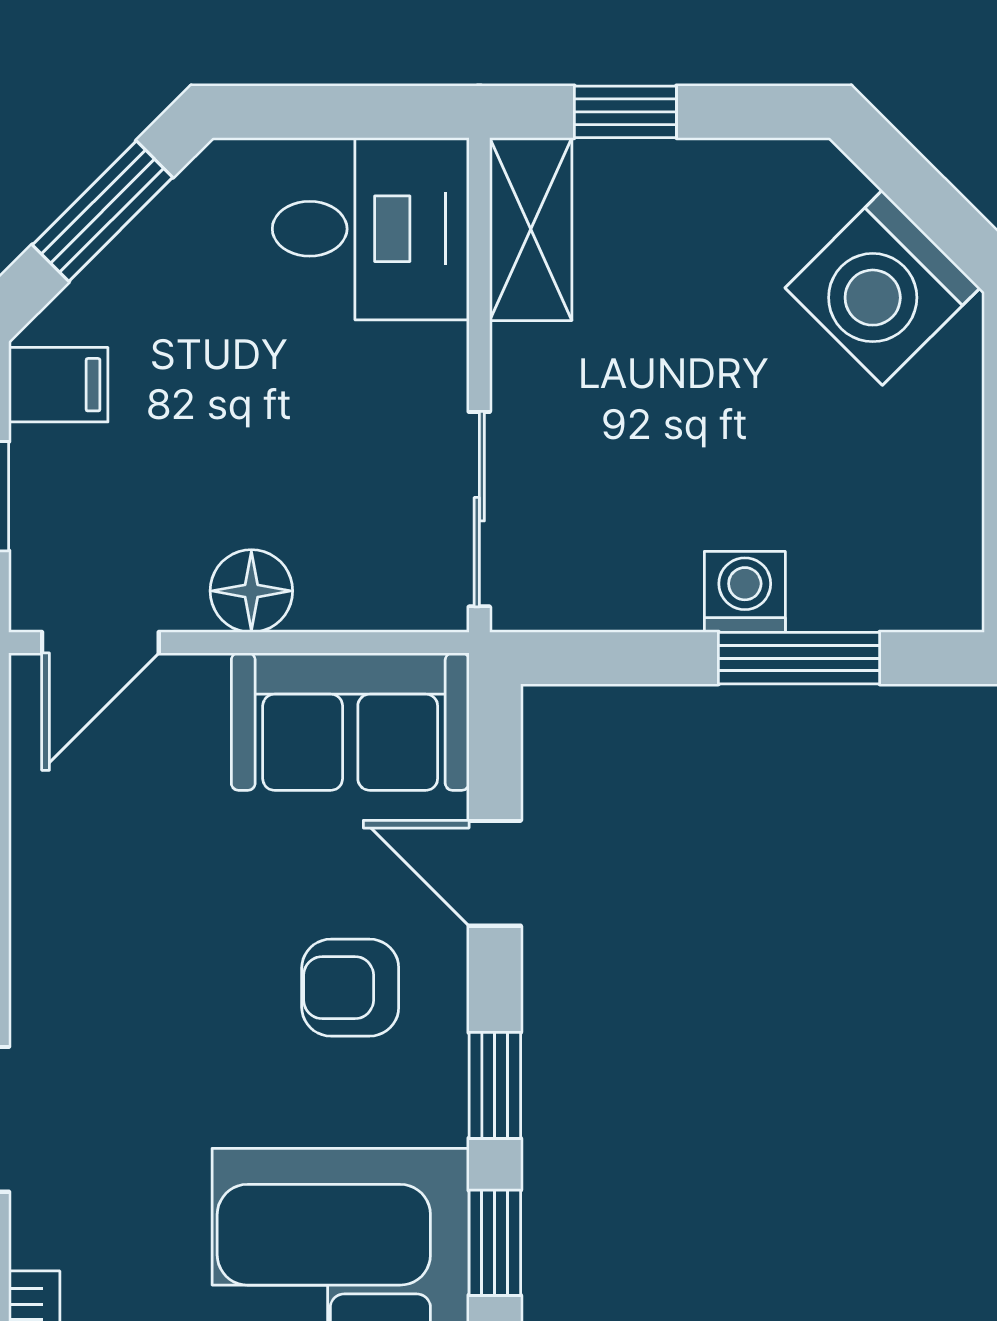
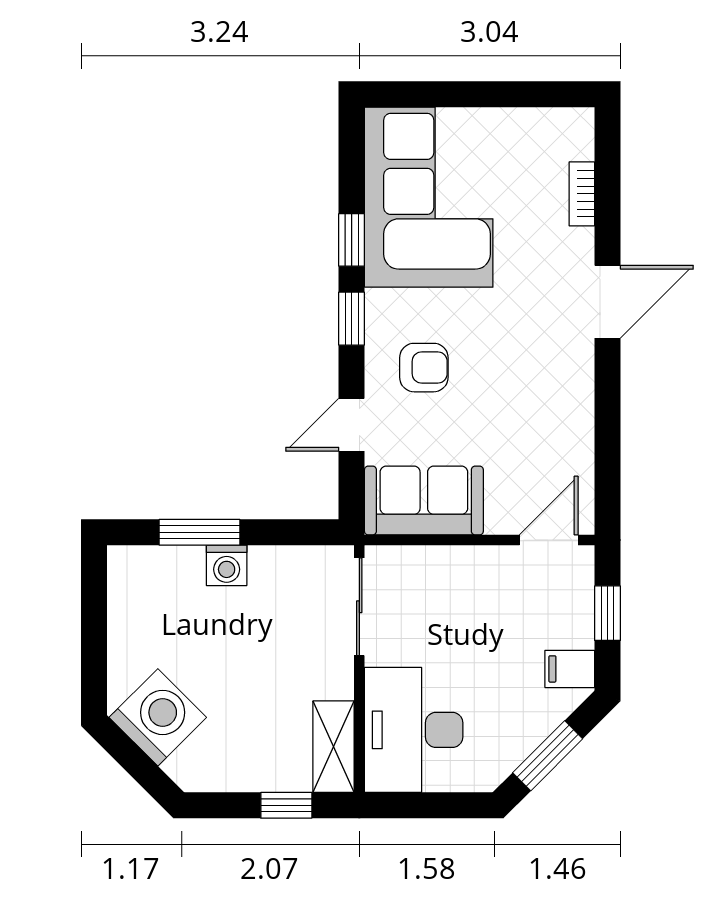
desk: (371, 229) -> (414, 730), width x1.37
floor lamp: (251, 591) -> (473, 566), removed
door: (495, 873) -> (352, 425), swing flipped

